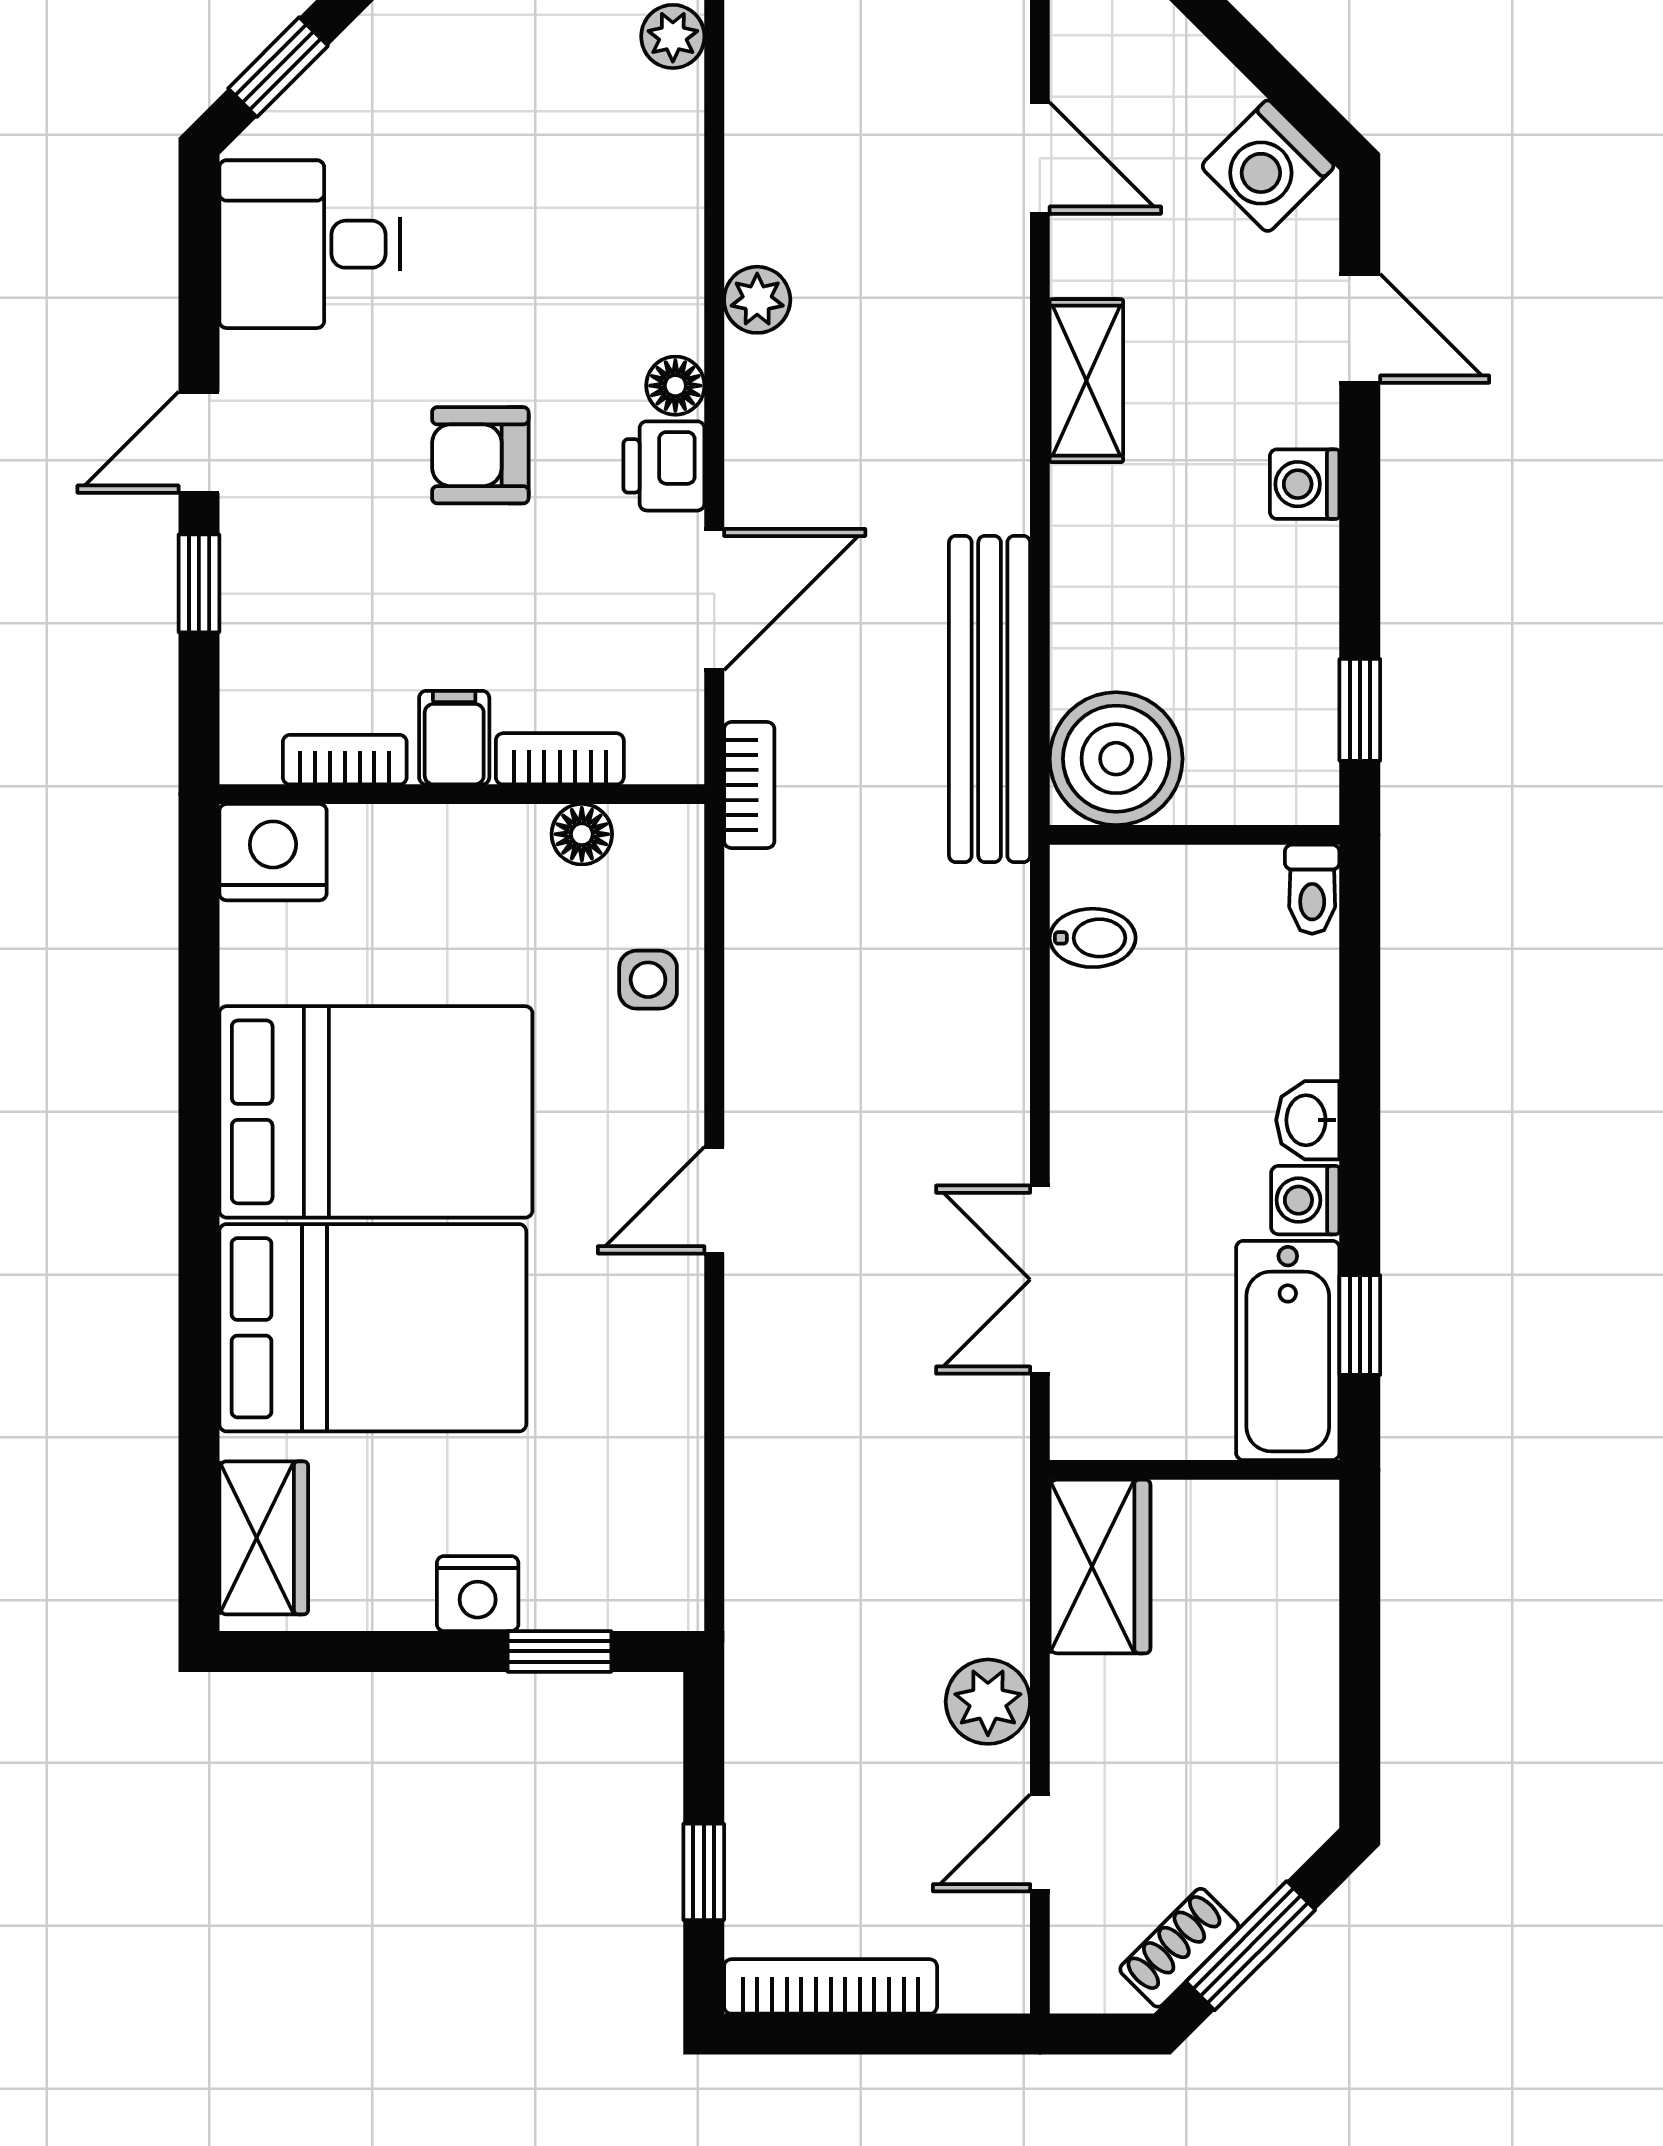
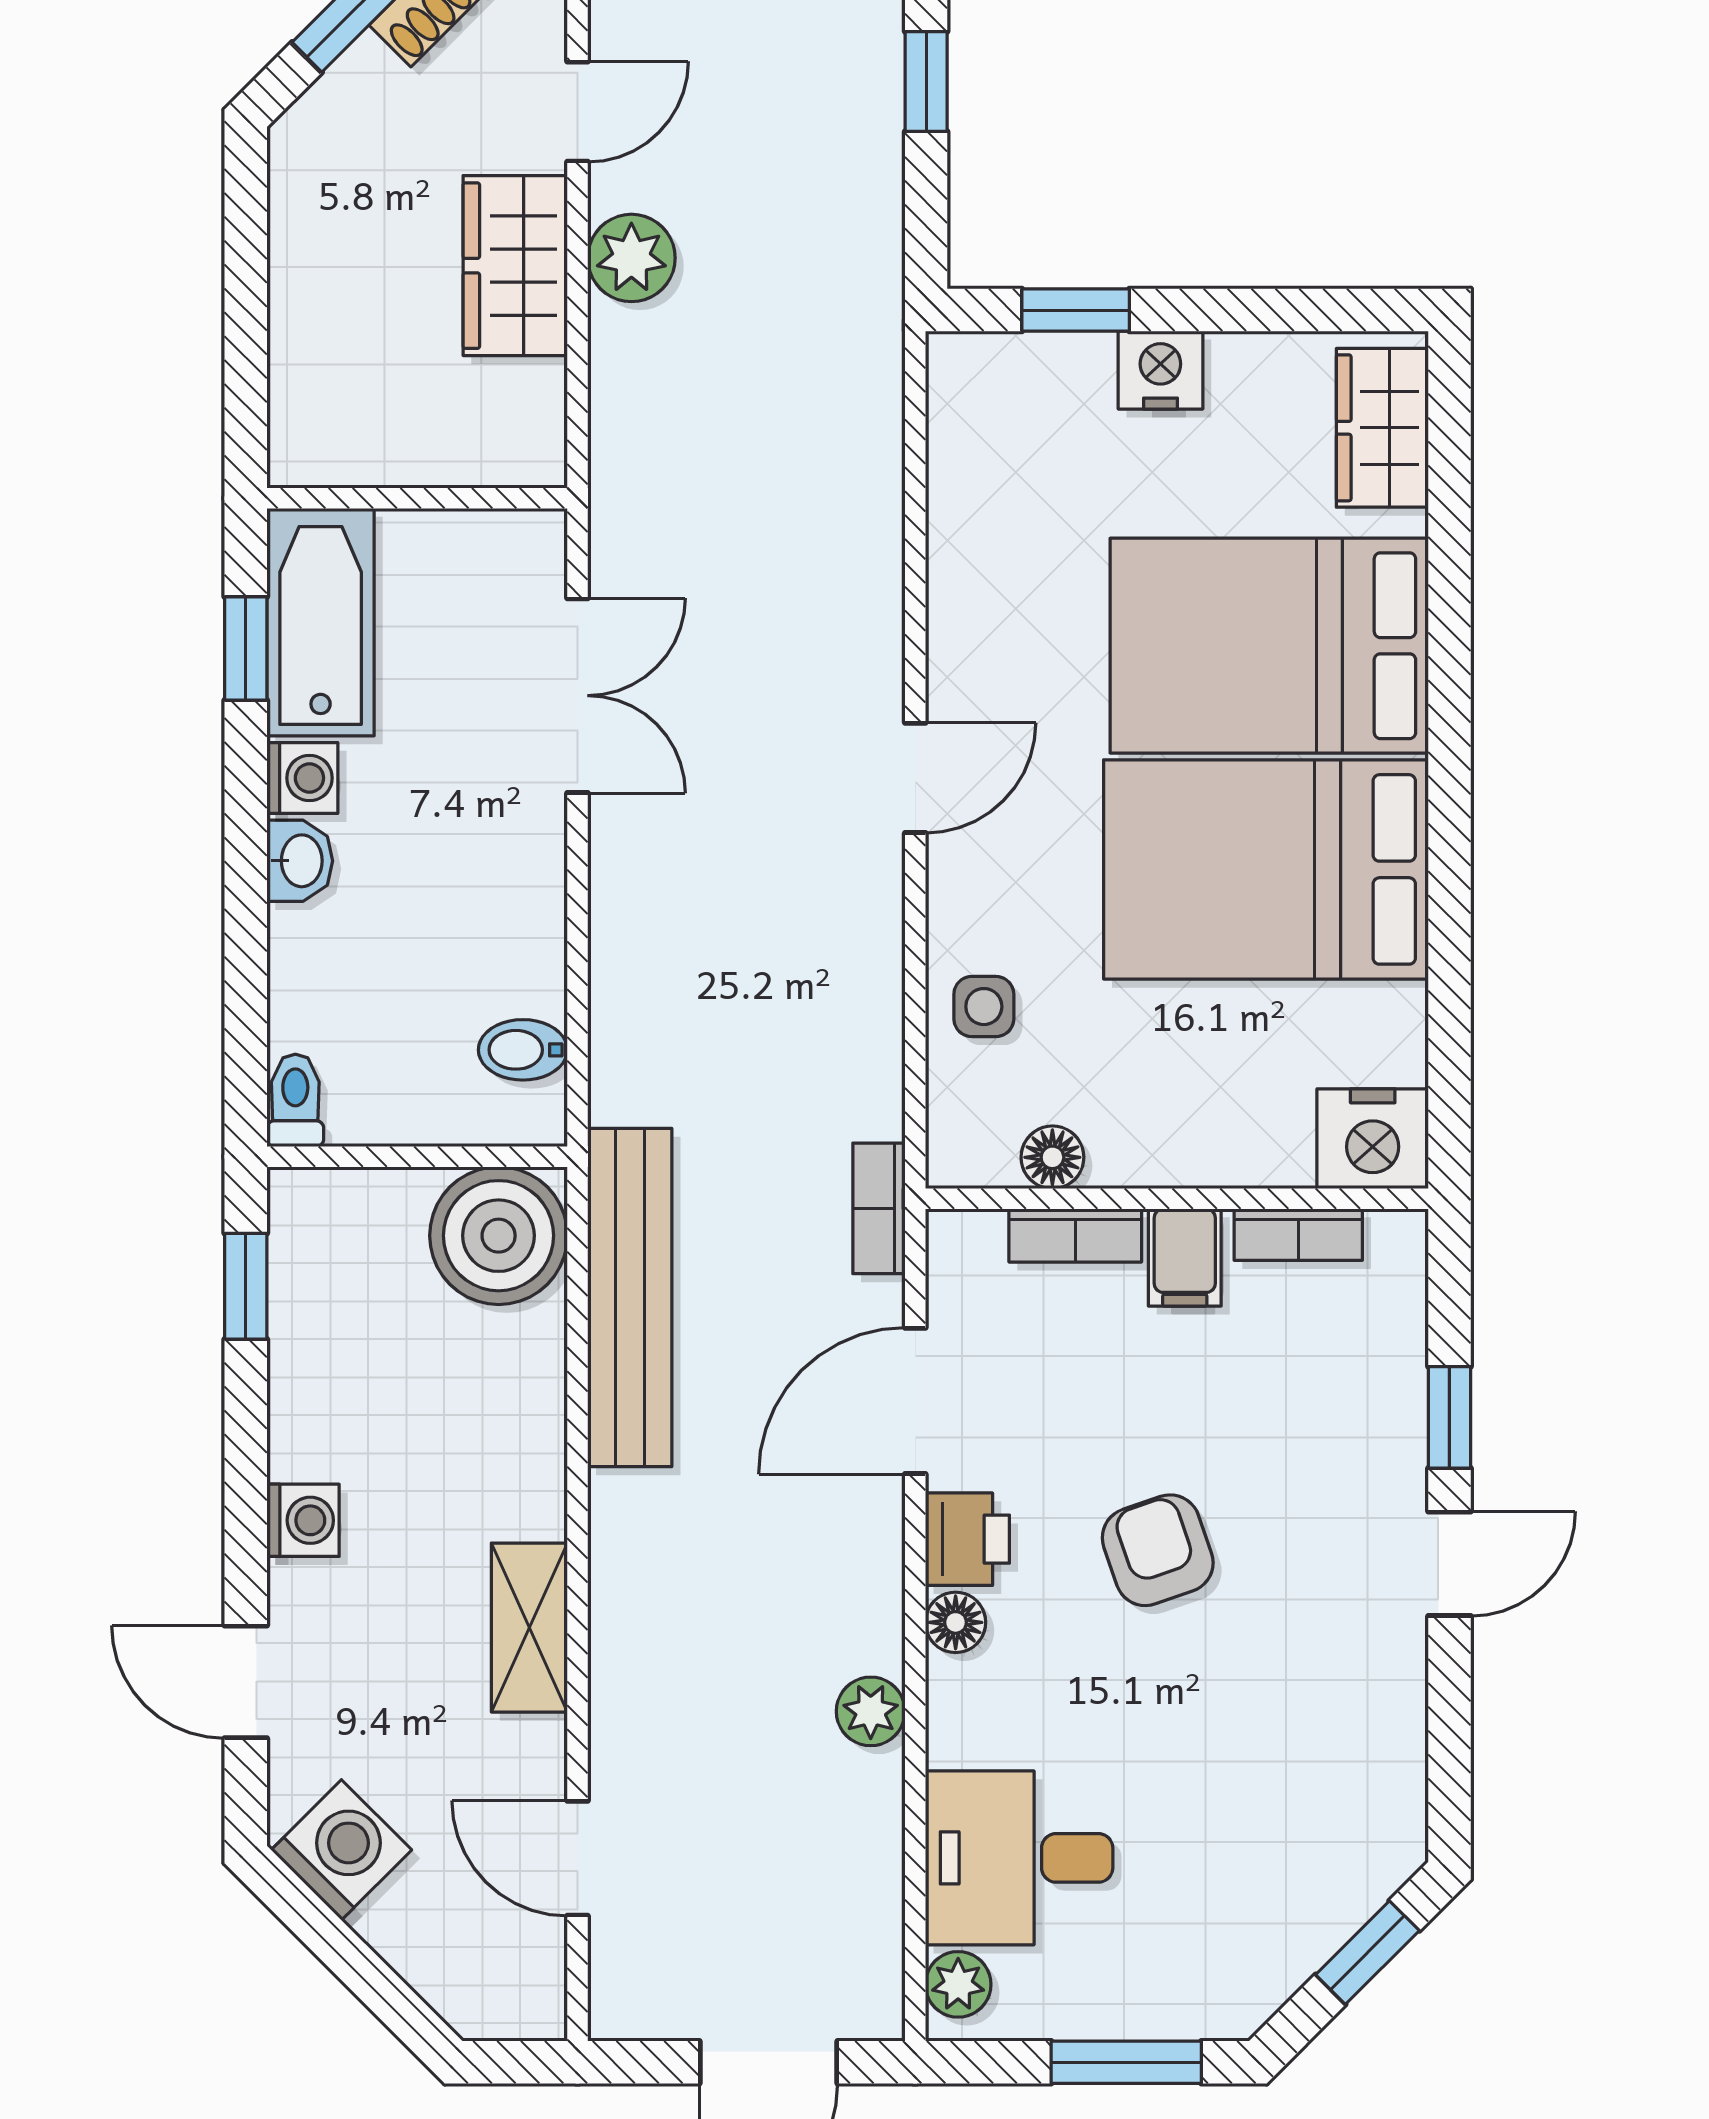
desk: (310, 244) -> (1019, 1858), moved, turned 180
armchair: (480, 455) -> (1158, 1550), turned -109
wardrobe: (1100, 1566) -> (515, 266), moved

